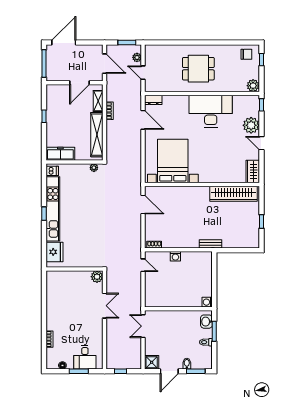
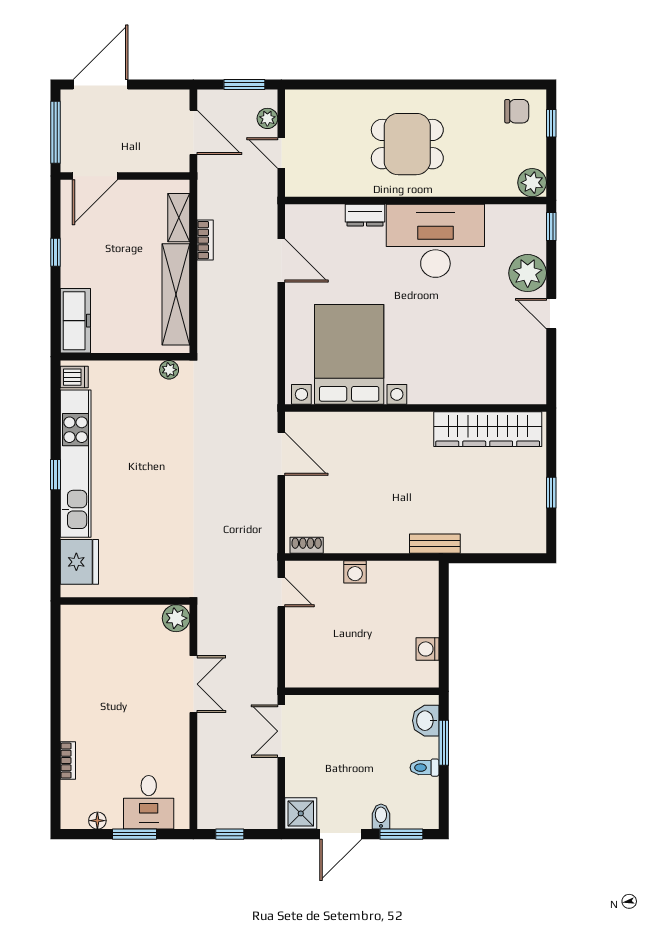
door: (79, 83) -> (95, 176), moved
dresser: (153, 100) -> (365, 215), moved
freezer: (60, 154) -> (75, 321), moved, turned 90
wardrobe: (253, 172) -> (531, 378), removed
washing machine: (207, 302) -> (427, 649), moved

